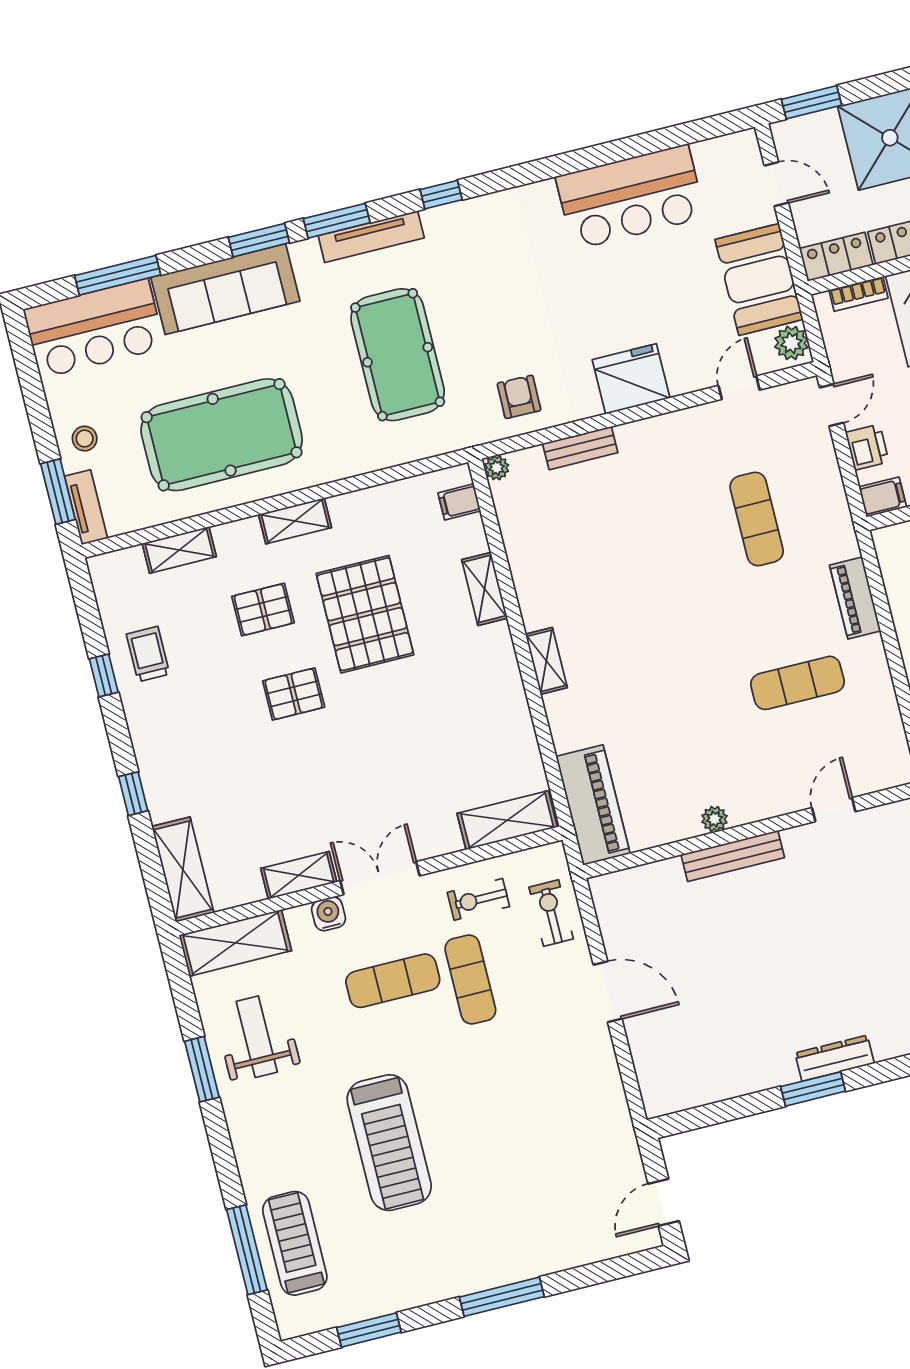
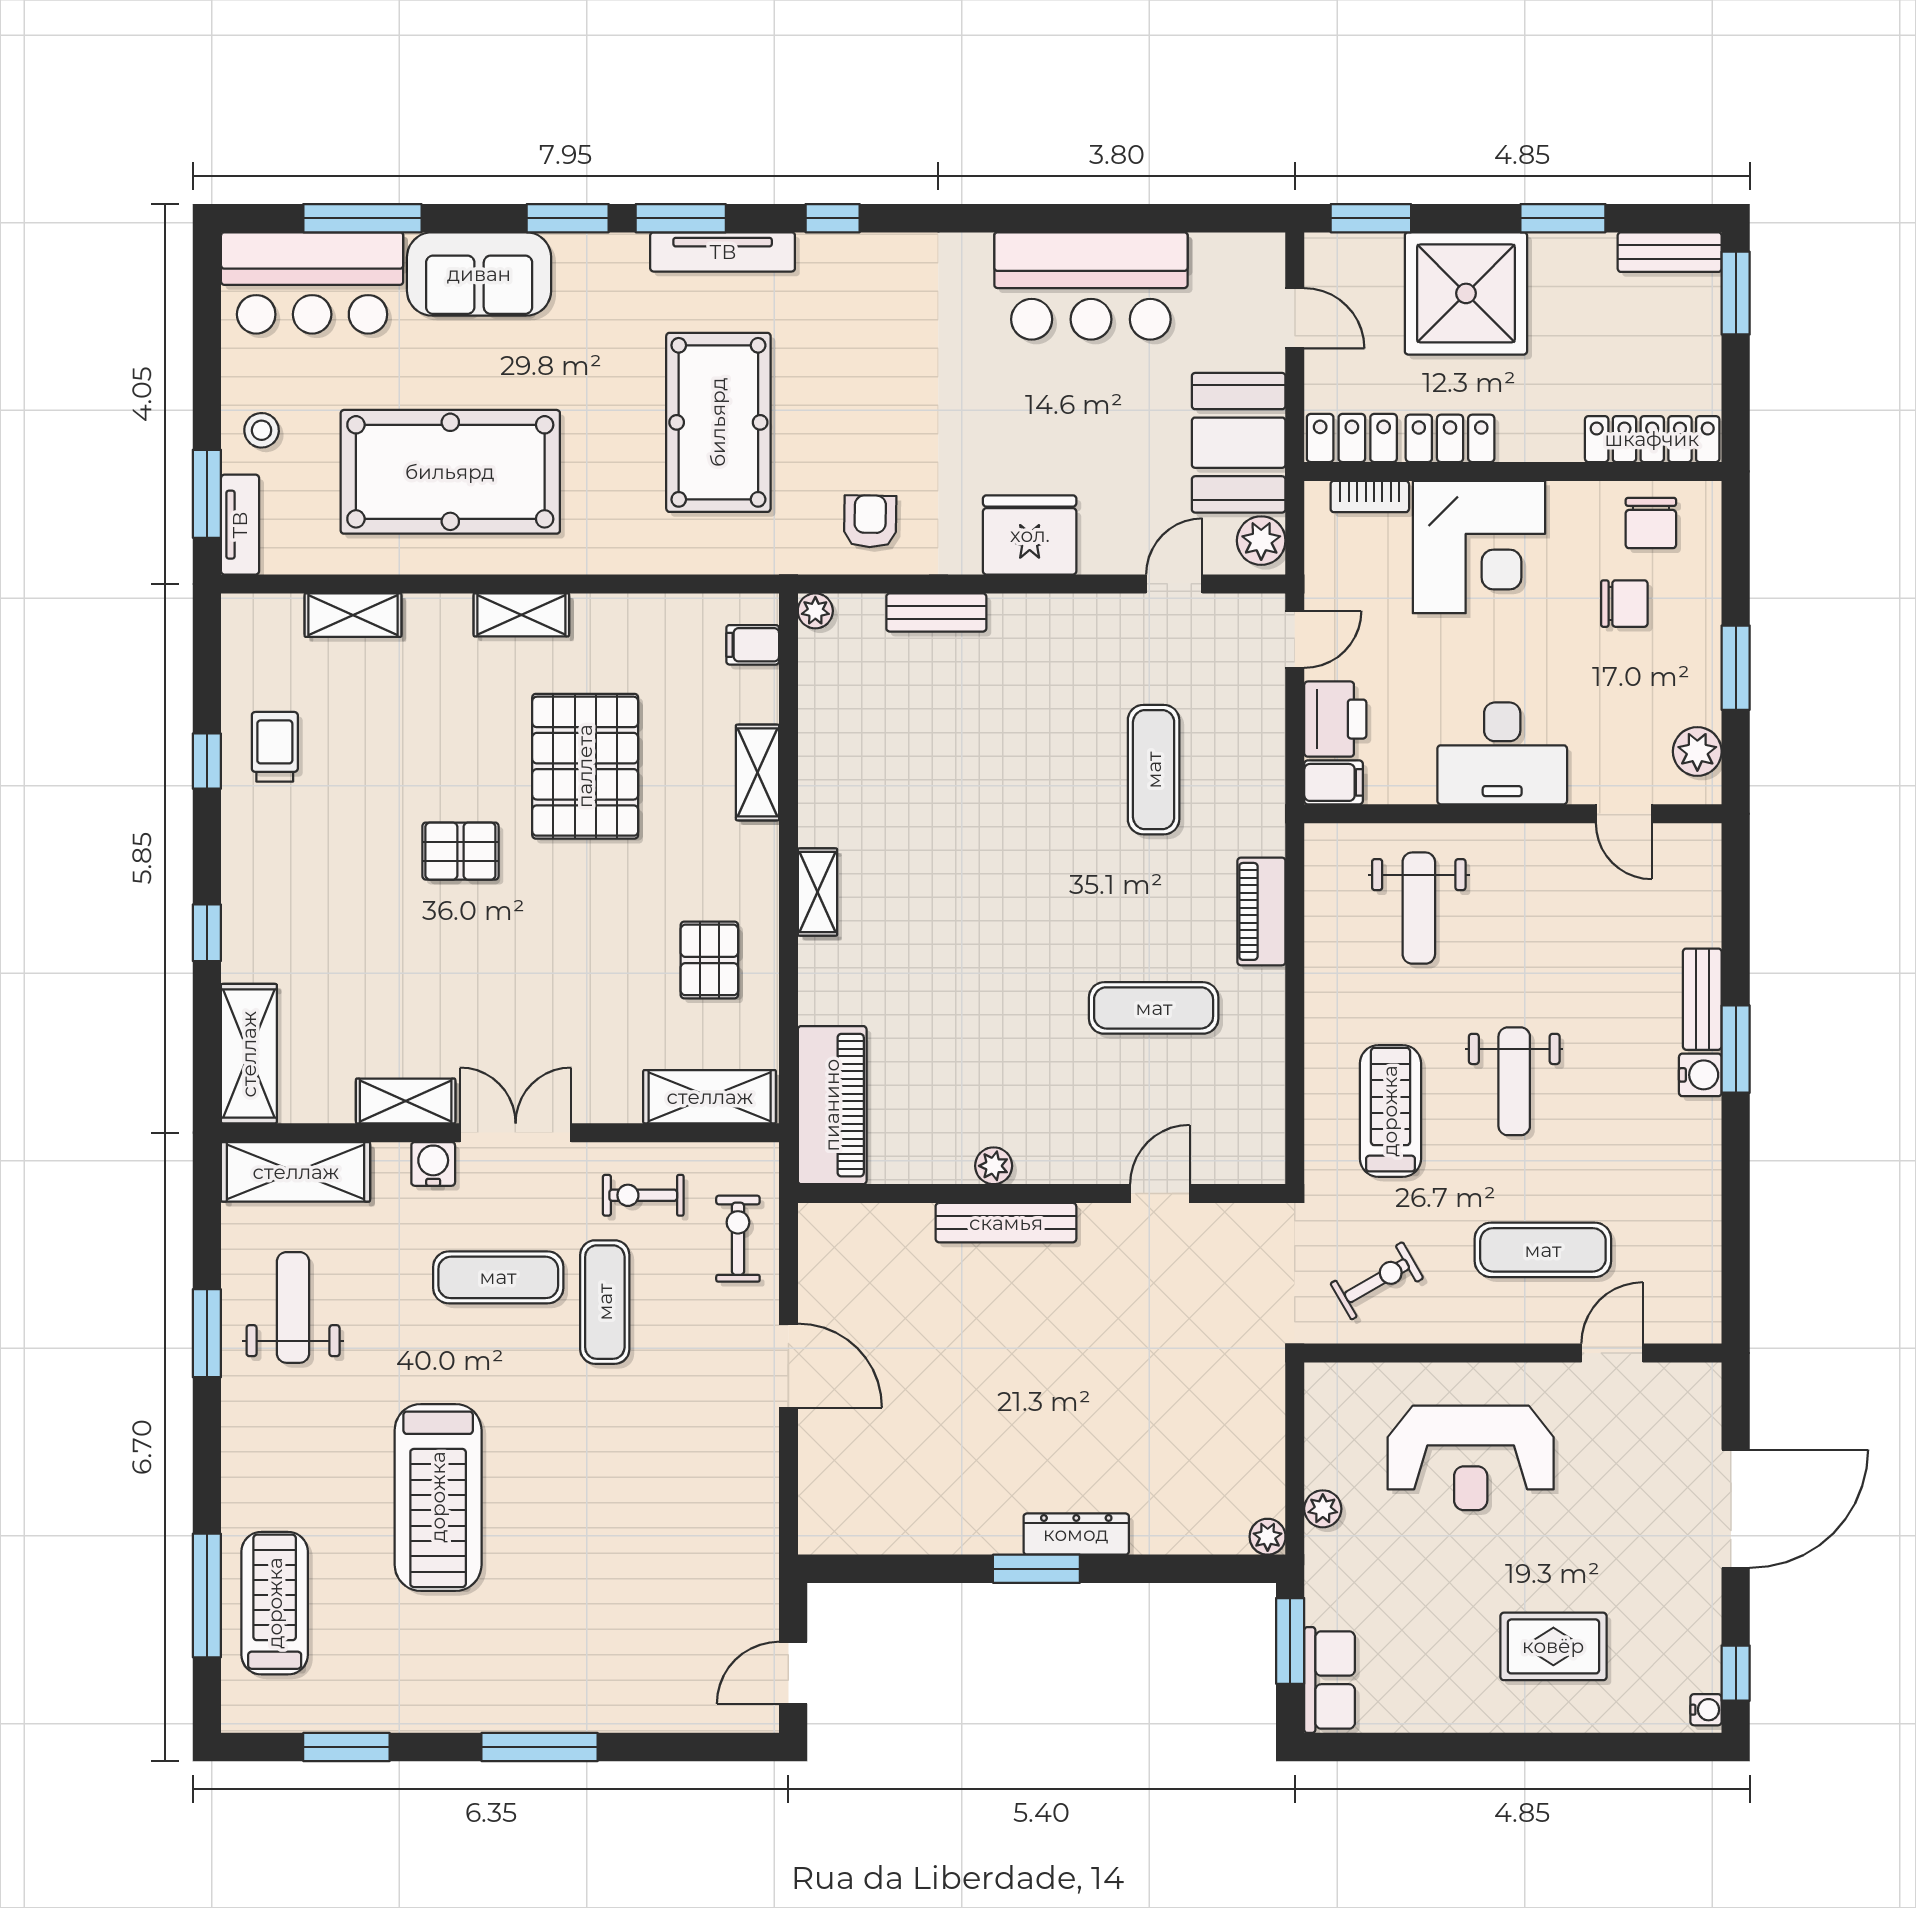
sofa: (225, 289) -> (479, 274), width x0.73
printer: (867, 447) -> (1335, 719), width x1.36, depth x1.24
pallet: (263, 610) -> (709, 960), moved, turned 90

